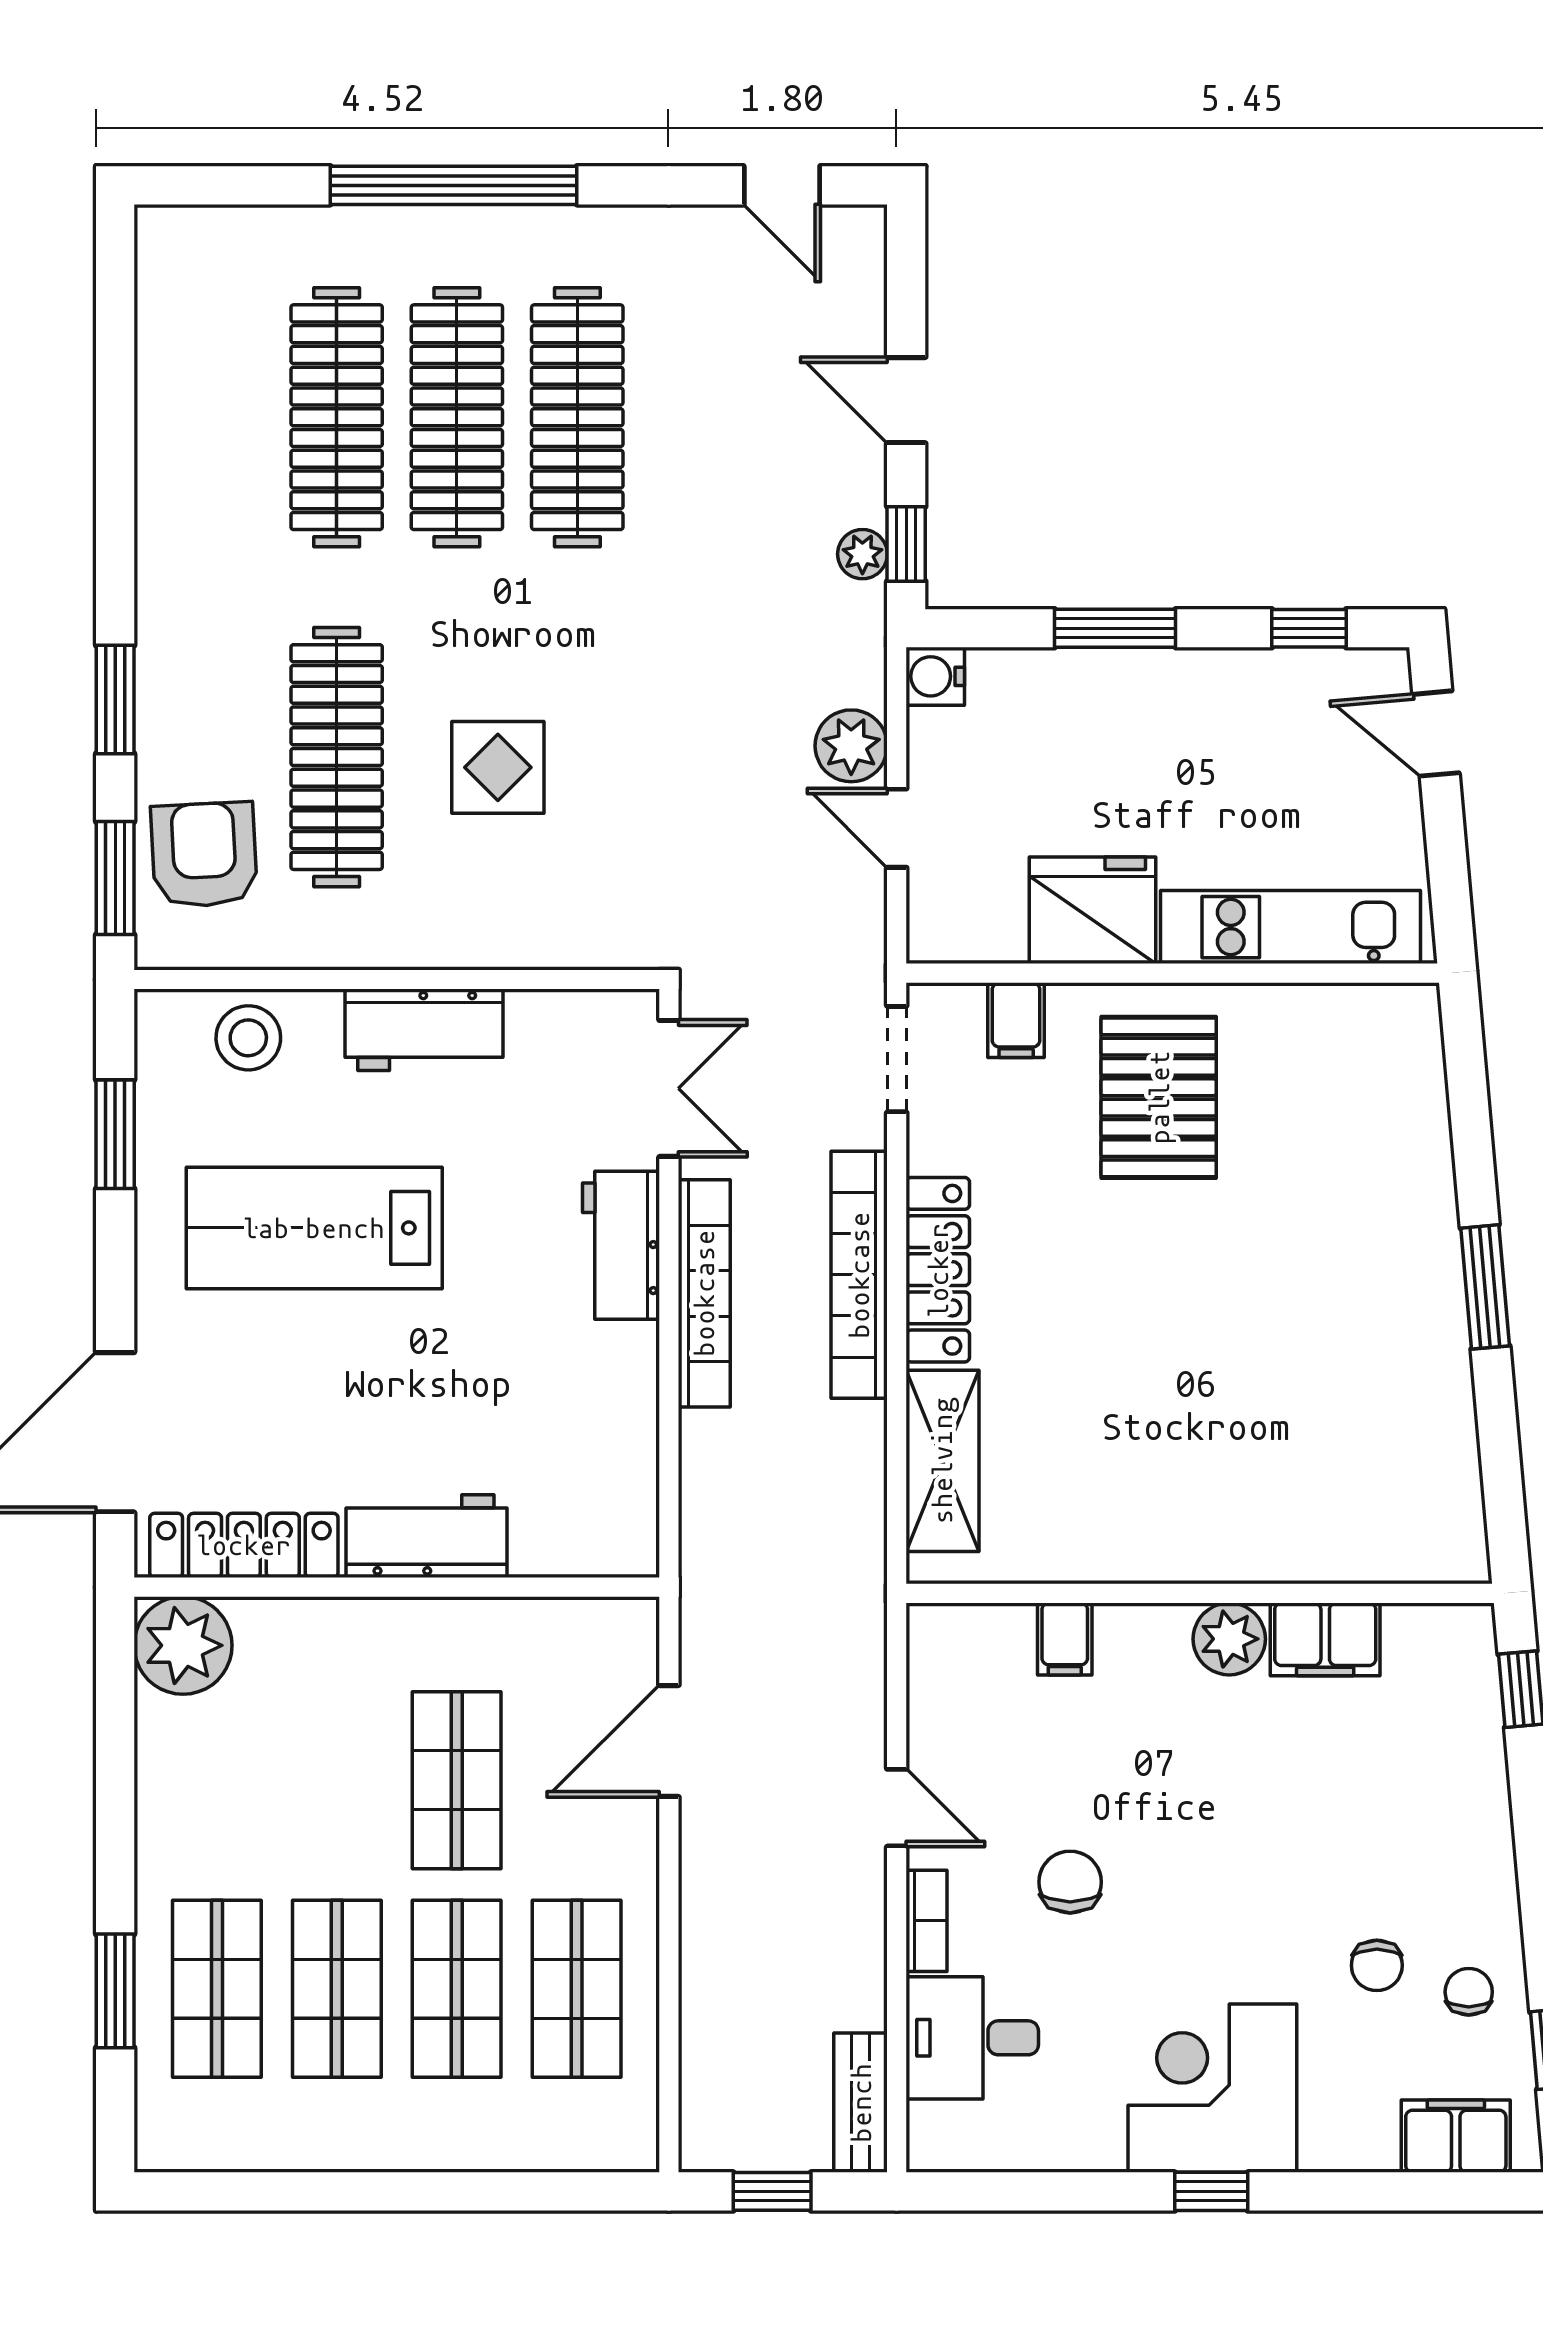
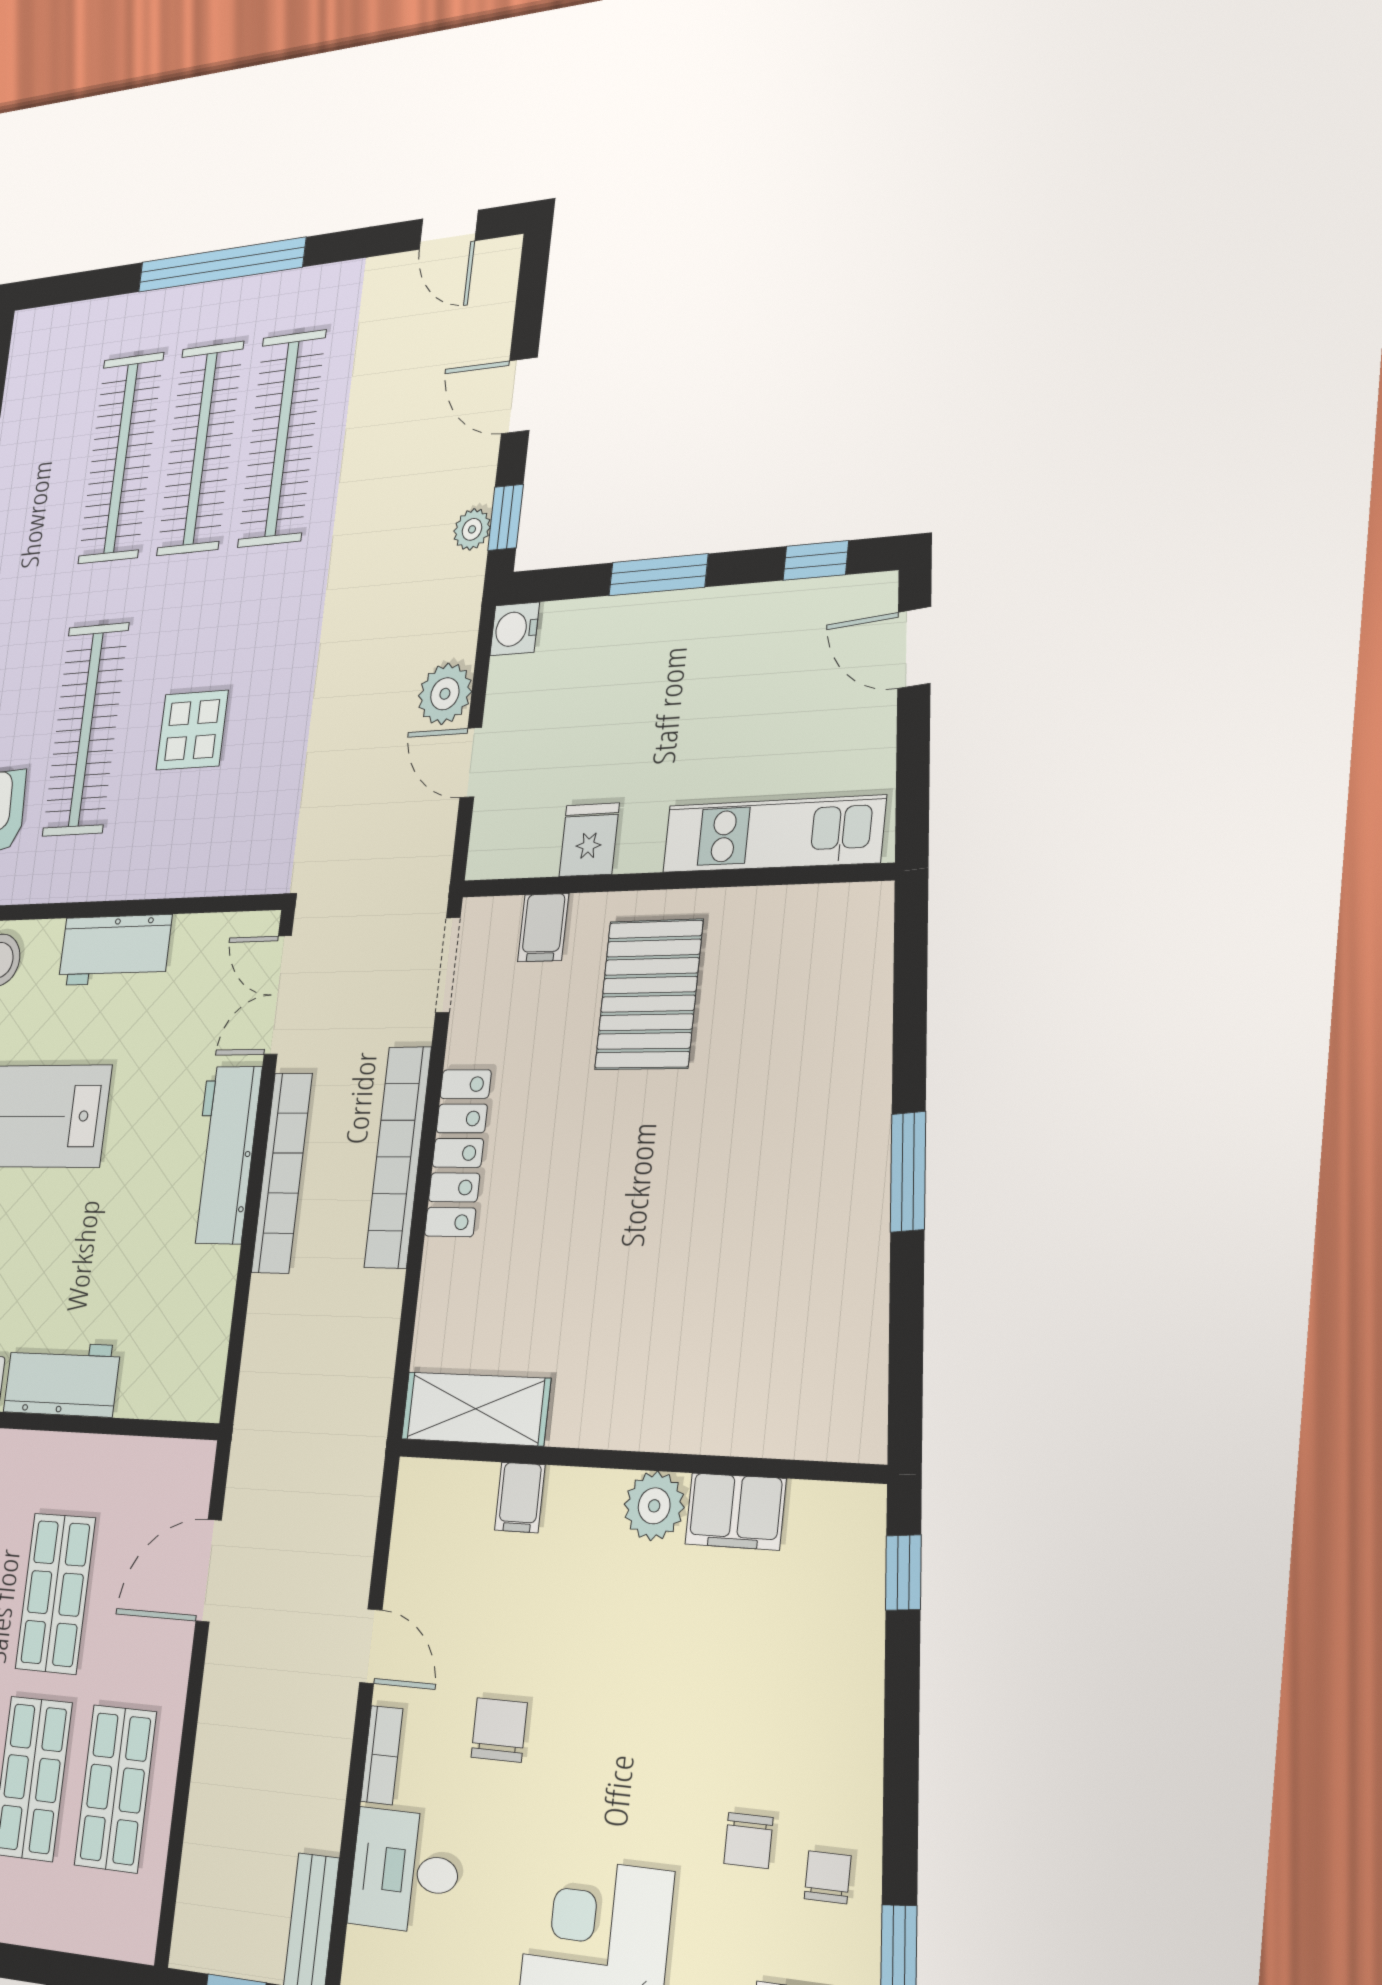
fridge: (1092, 910) -> (589, 840), width x0.53, depth x0.75
double door: (669, 1088) -> (278, 995), swing flipped
workbench: (621, 1245) -> (225, 1155), width x1.38
shelving: (942, 1461) -> (476, 1409), moved, turned 90

